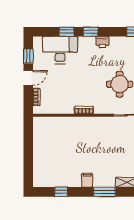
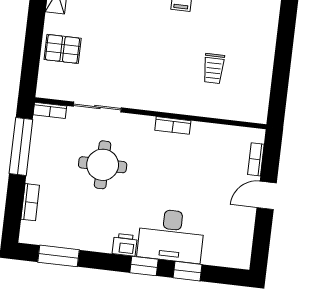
desk: (60, 50) -> (171, 235), moved
window: (28, 56) -> (262, 235), removed
trolley: (65, 144) -> (214, 69), added

